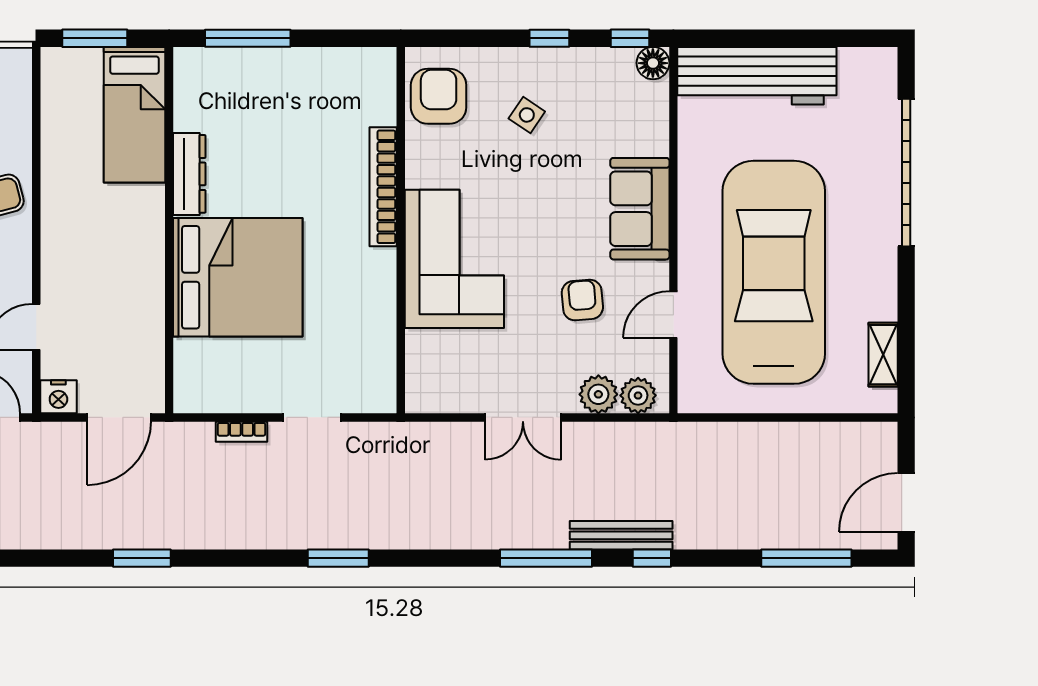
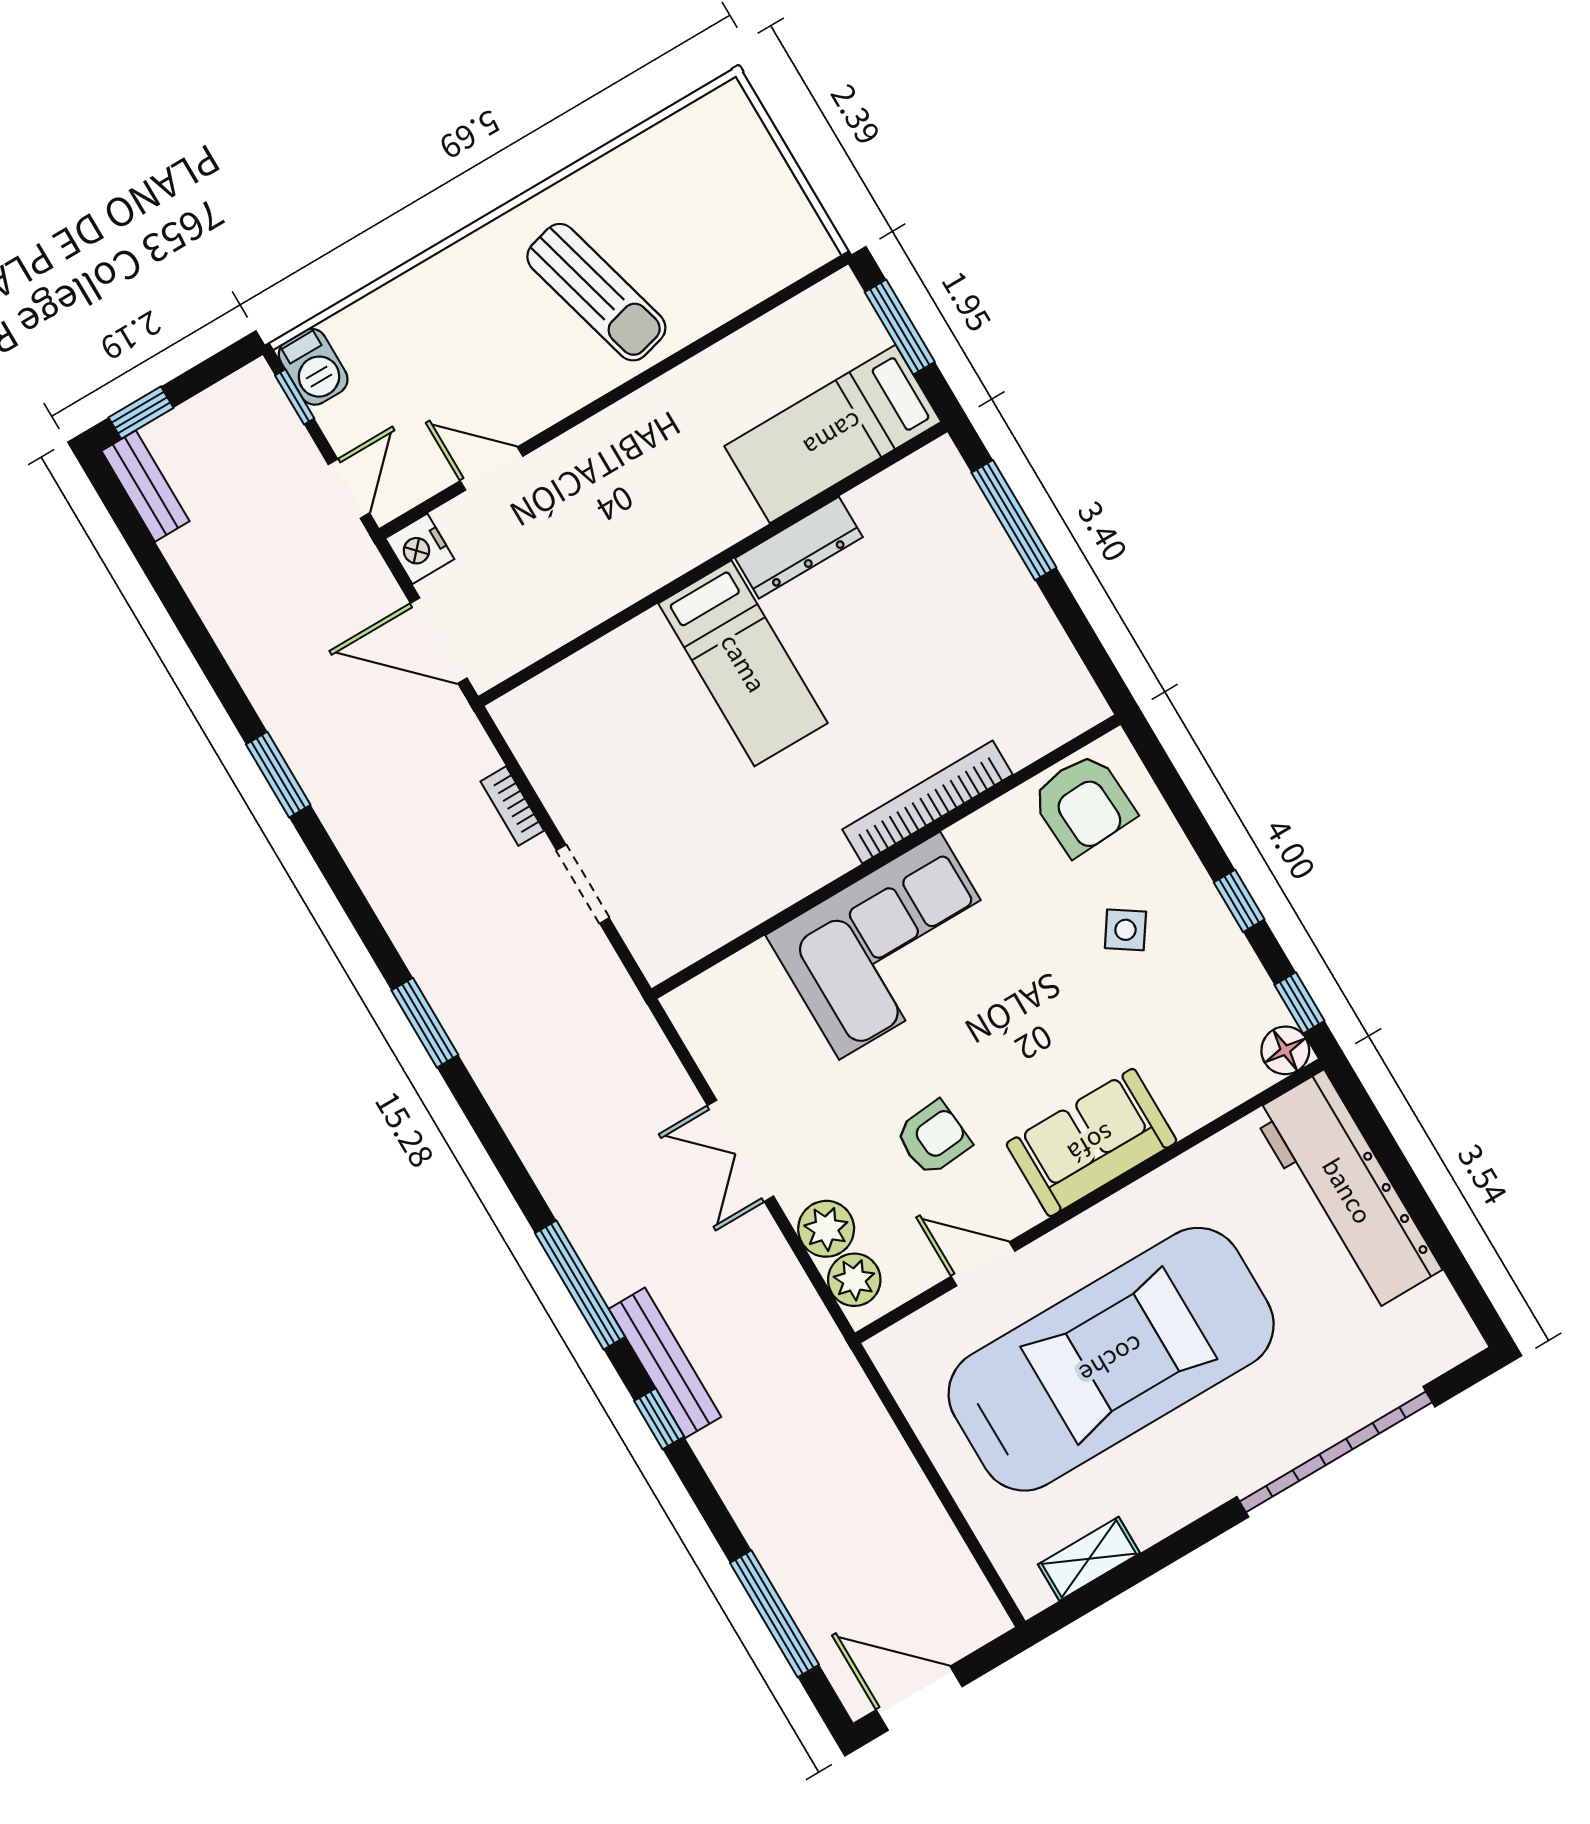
armchair: (439, 96) -> (1083, 804), turned 87
bed: (238, 277) -> (743, 663), width x0.49

